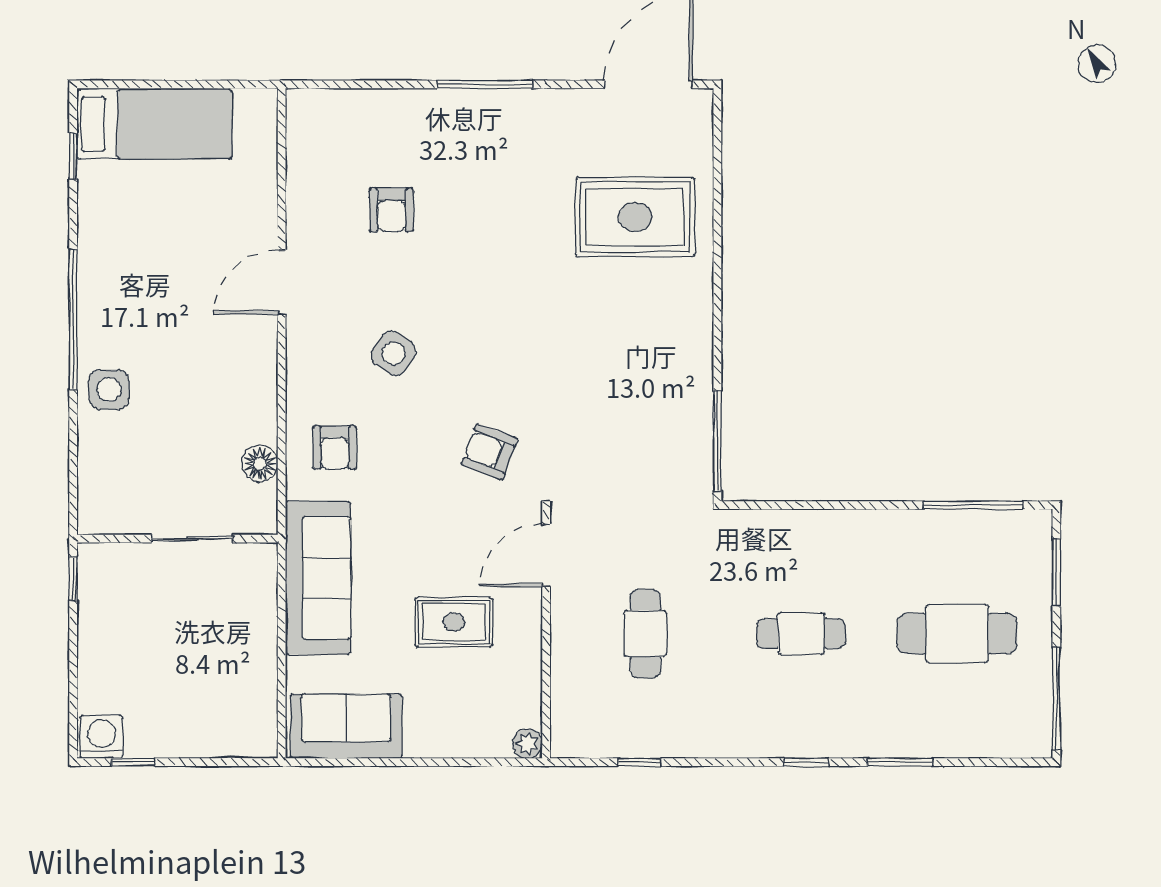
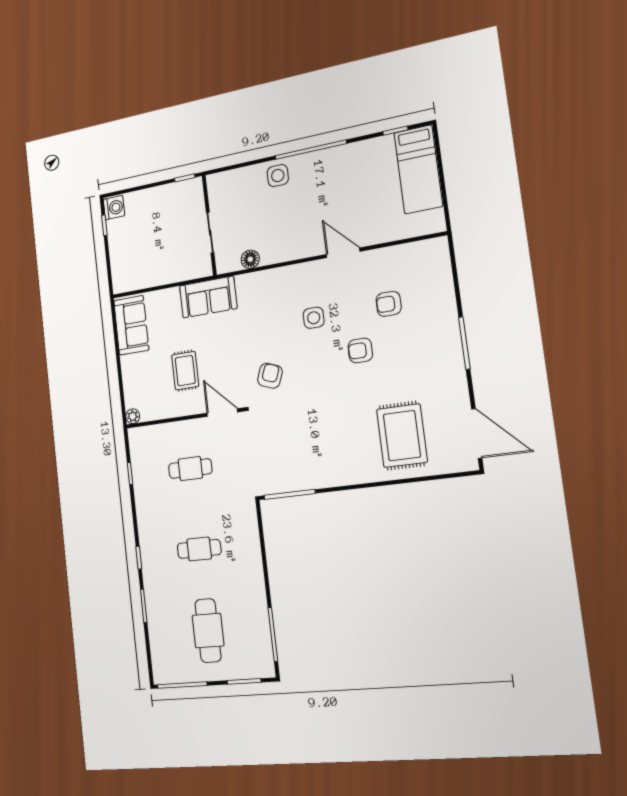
side table: (394, 353) -> (314, 318), turned -34
armchair: (335, 447) -> (360, 350), moved
sofa: (318, 578) -> (208, 297), width x0.73
cafe table: (801, 634) -> (199, 549), turned 90

